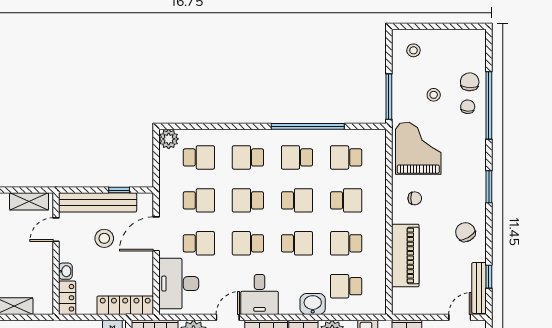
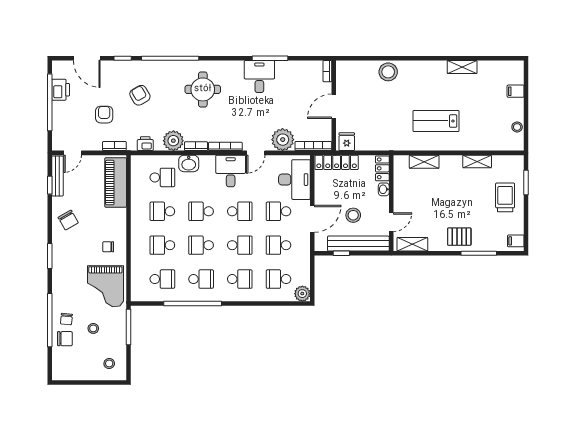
chair: (470, 82) -> (65, 339), turned -92
school desk: (346, 243) -> (162, 211), turned 180
piano: (405, 256) -> (116, 183), moved

